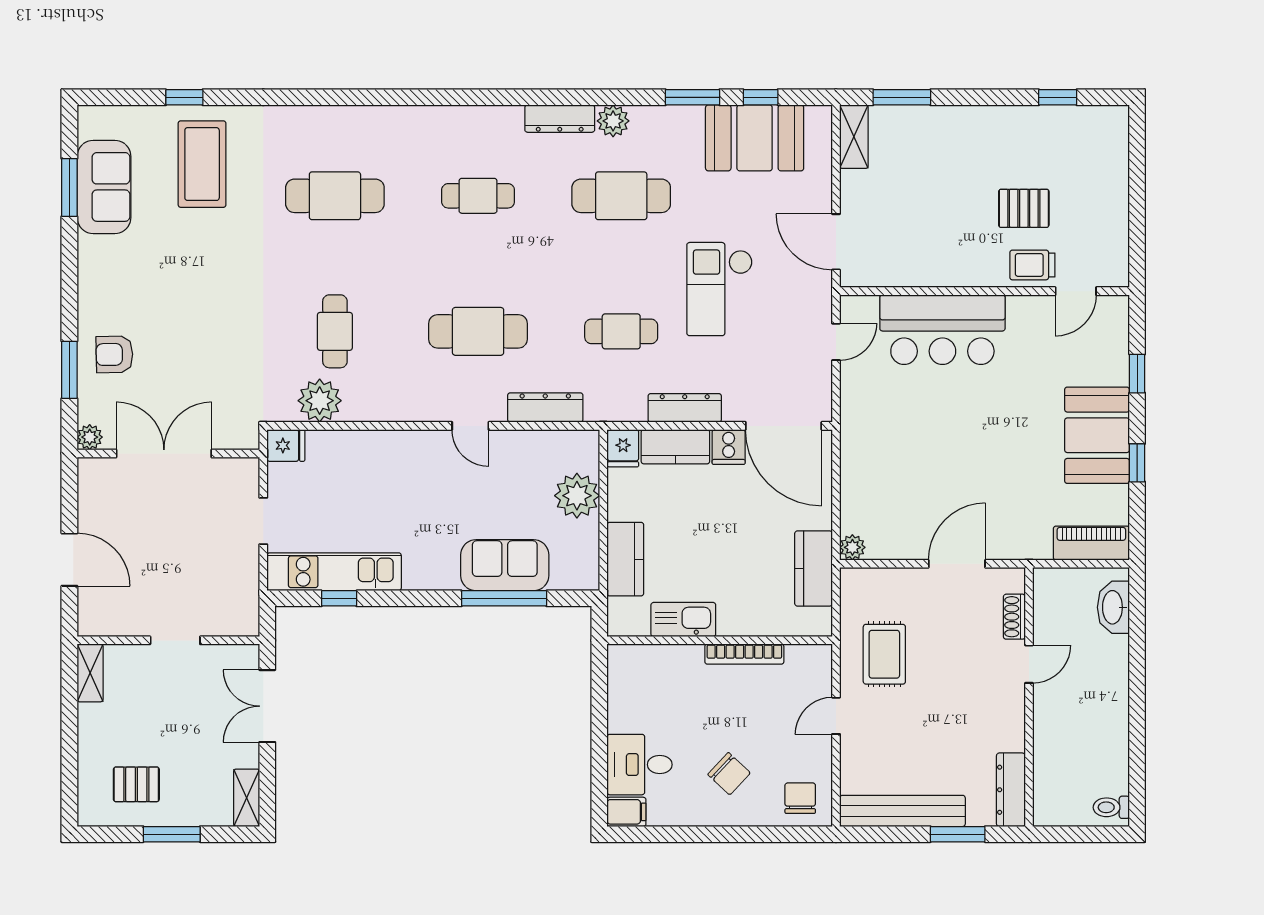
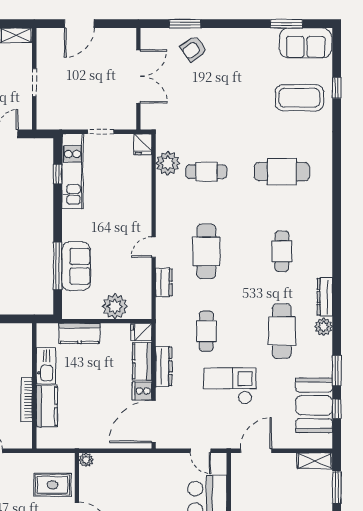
sofa: (104, 187) -> (305, 43), moved
cafe table: (335, 196) -> (282, 172), turned 90
armchair: (114, 354) -> (193, 49), turned -124
dresser: (545, 408) -> (164, 282), width x0.70
plant: (90, 437) -> (147, 35), removed
kitchen counter: (814, 569) -> (47, 406), moved, turned 90
rug: (884, 654) -> (53, 485), moved

